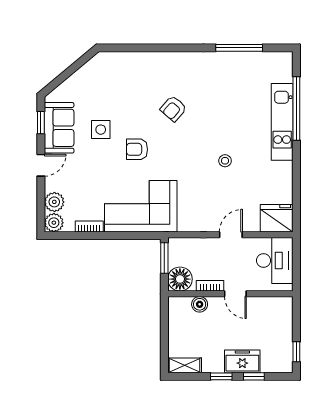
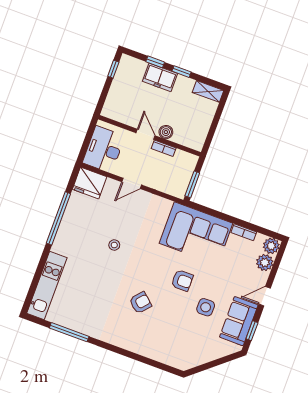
window: (296, 108) -> (58, 218), moved
kitchen unit: (282, 122) -> (47, 285), moved
floor lamp: (180, 279) -> (186, 163), removed
boiler: (200, 304) -> (166, 132), moved

